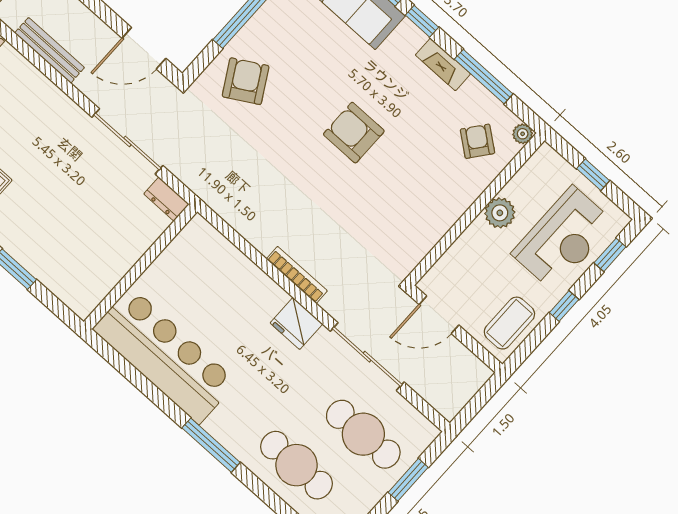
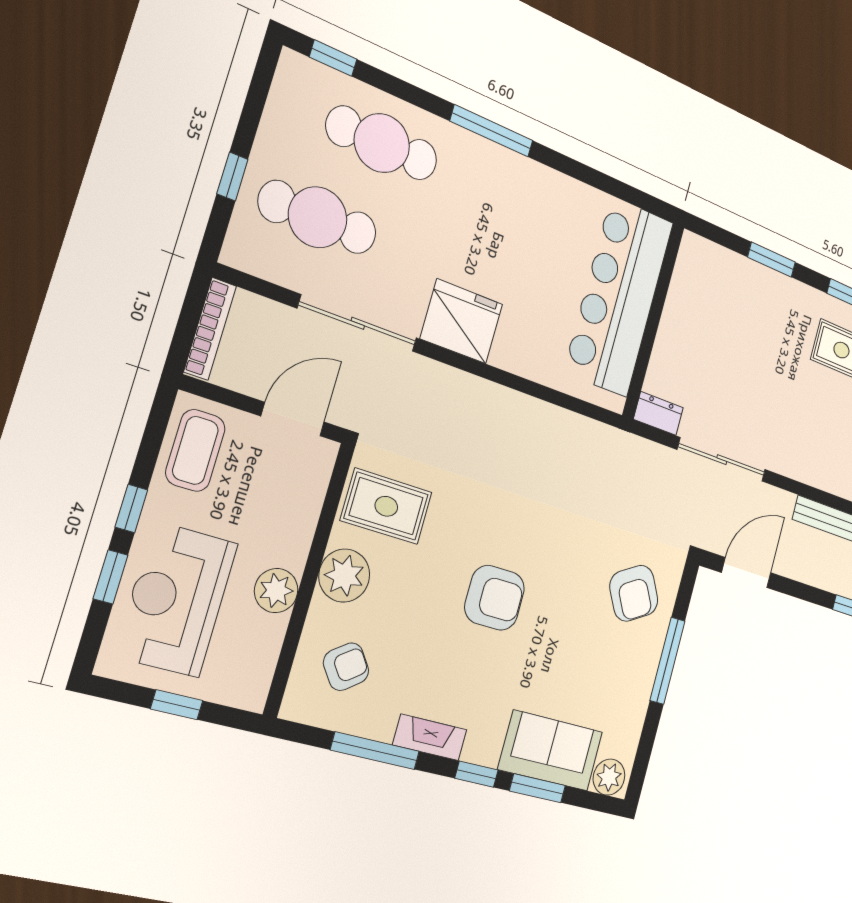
plant: (523, 134) -> (344, 576), moved, width x1.88, depth x1.88
armchair: (477, 141) -> (346, 667), turned -74
rug: (402, 231) -> (386, 506), added
window: (610, 255) -> (110, 577), moved
bookcase: (297, 275) -> (210, 329), moved, turned -90
fridge: (296, 323) -> (462, 321), width x1.36, depth x1.34
bar counter: (165, 356) -> (619, 297), moved, turned 90
window: (408, 480) -> (232, 177), width x0.67

